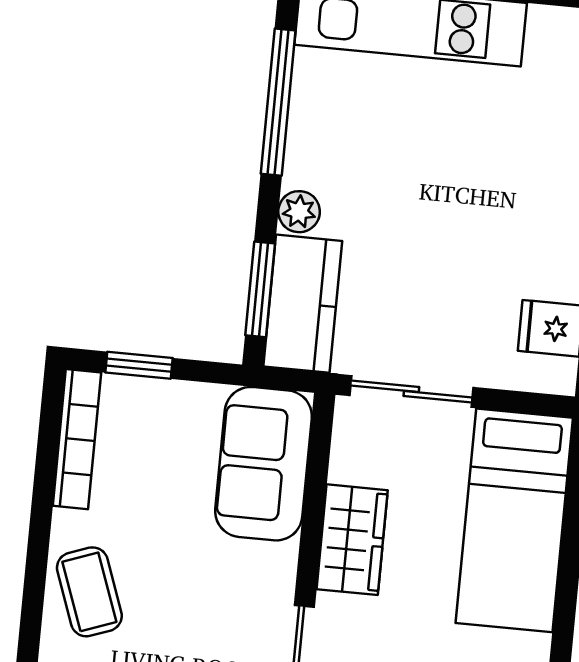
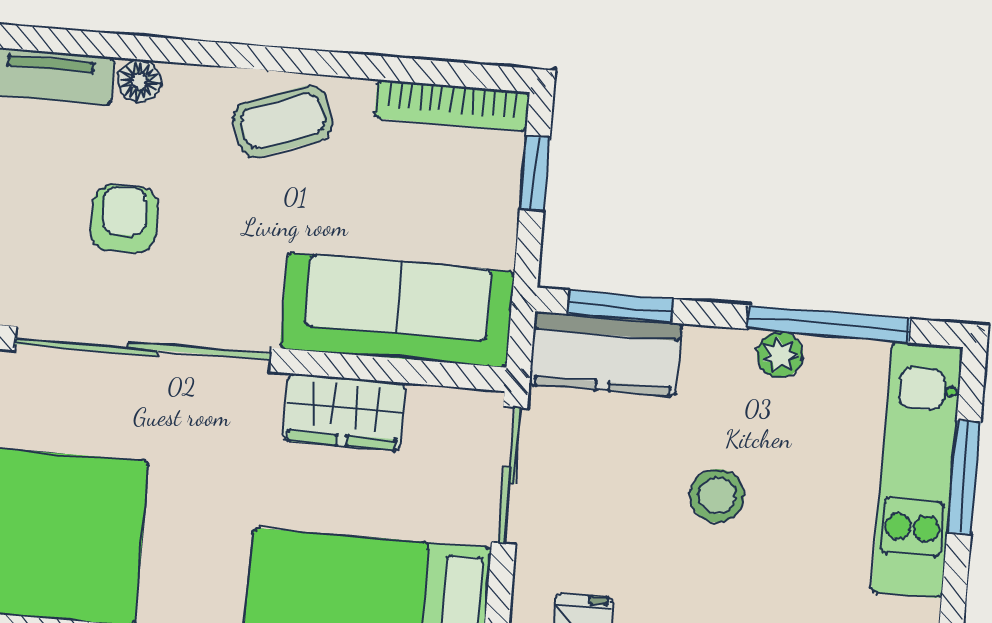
stool: (432, 204) -> (717, 496), added
plant: (299, 212) -> (780, 355), moved
sofa: (264, 464) -> (397, 310), width x1.36

